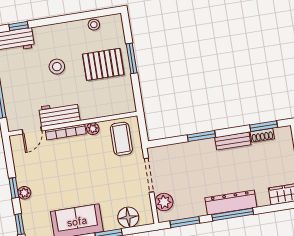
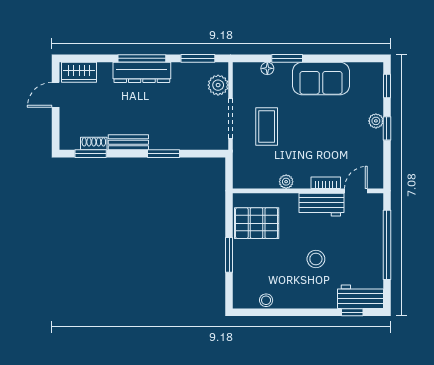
pallet: (103, 64) -> (257, 223), moved
bookcase: (66, 132) -> (326, 183), width x0.64
coffee table: (121, 139) -> (267, 126), moved
floor lamp: (128, 217) -> (267, 68), width x0.53, depth x0.53

